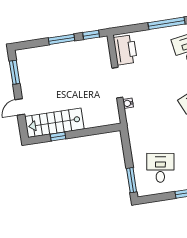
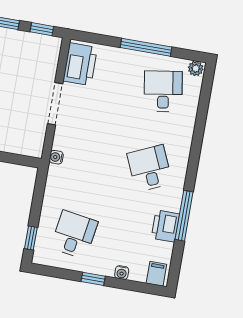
water cooler: (128, 103) -> (56, 157), moved
window: (132, 180) -> (31, 238), width x0.67

